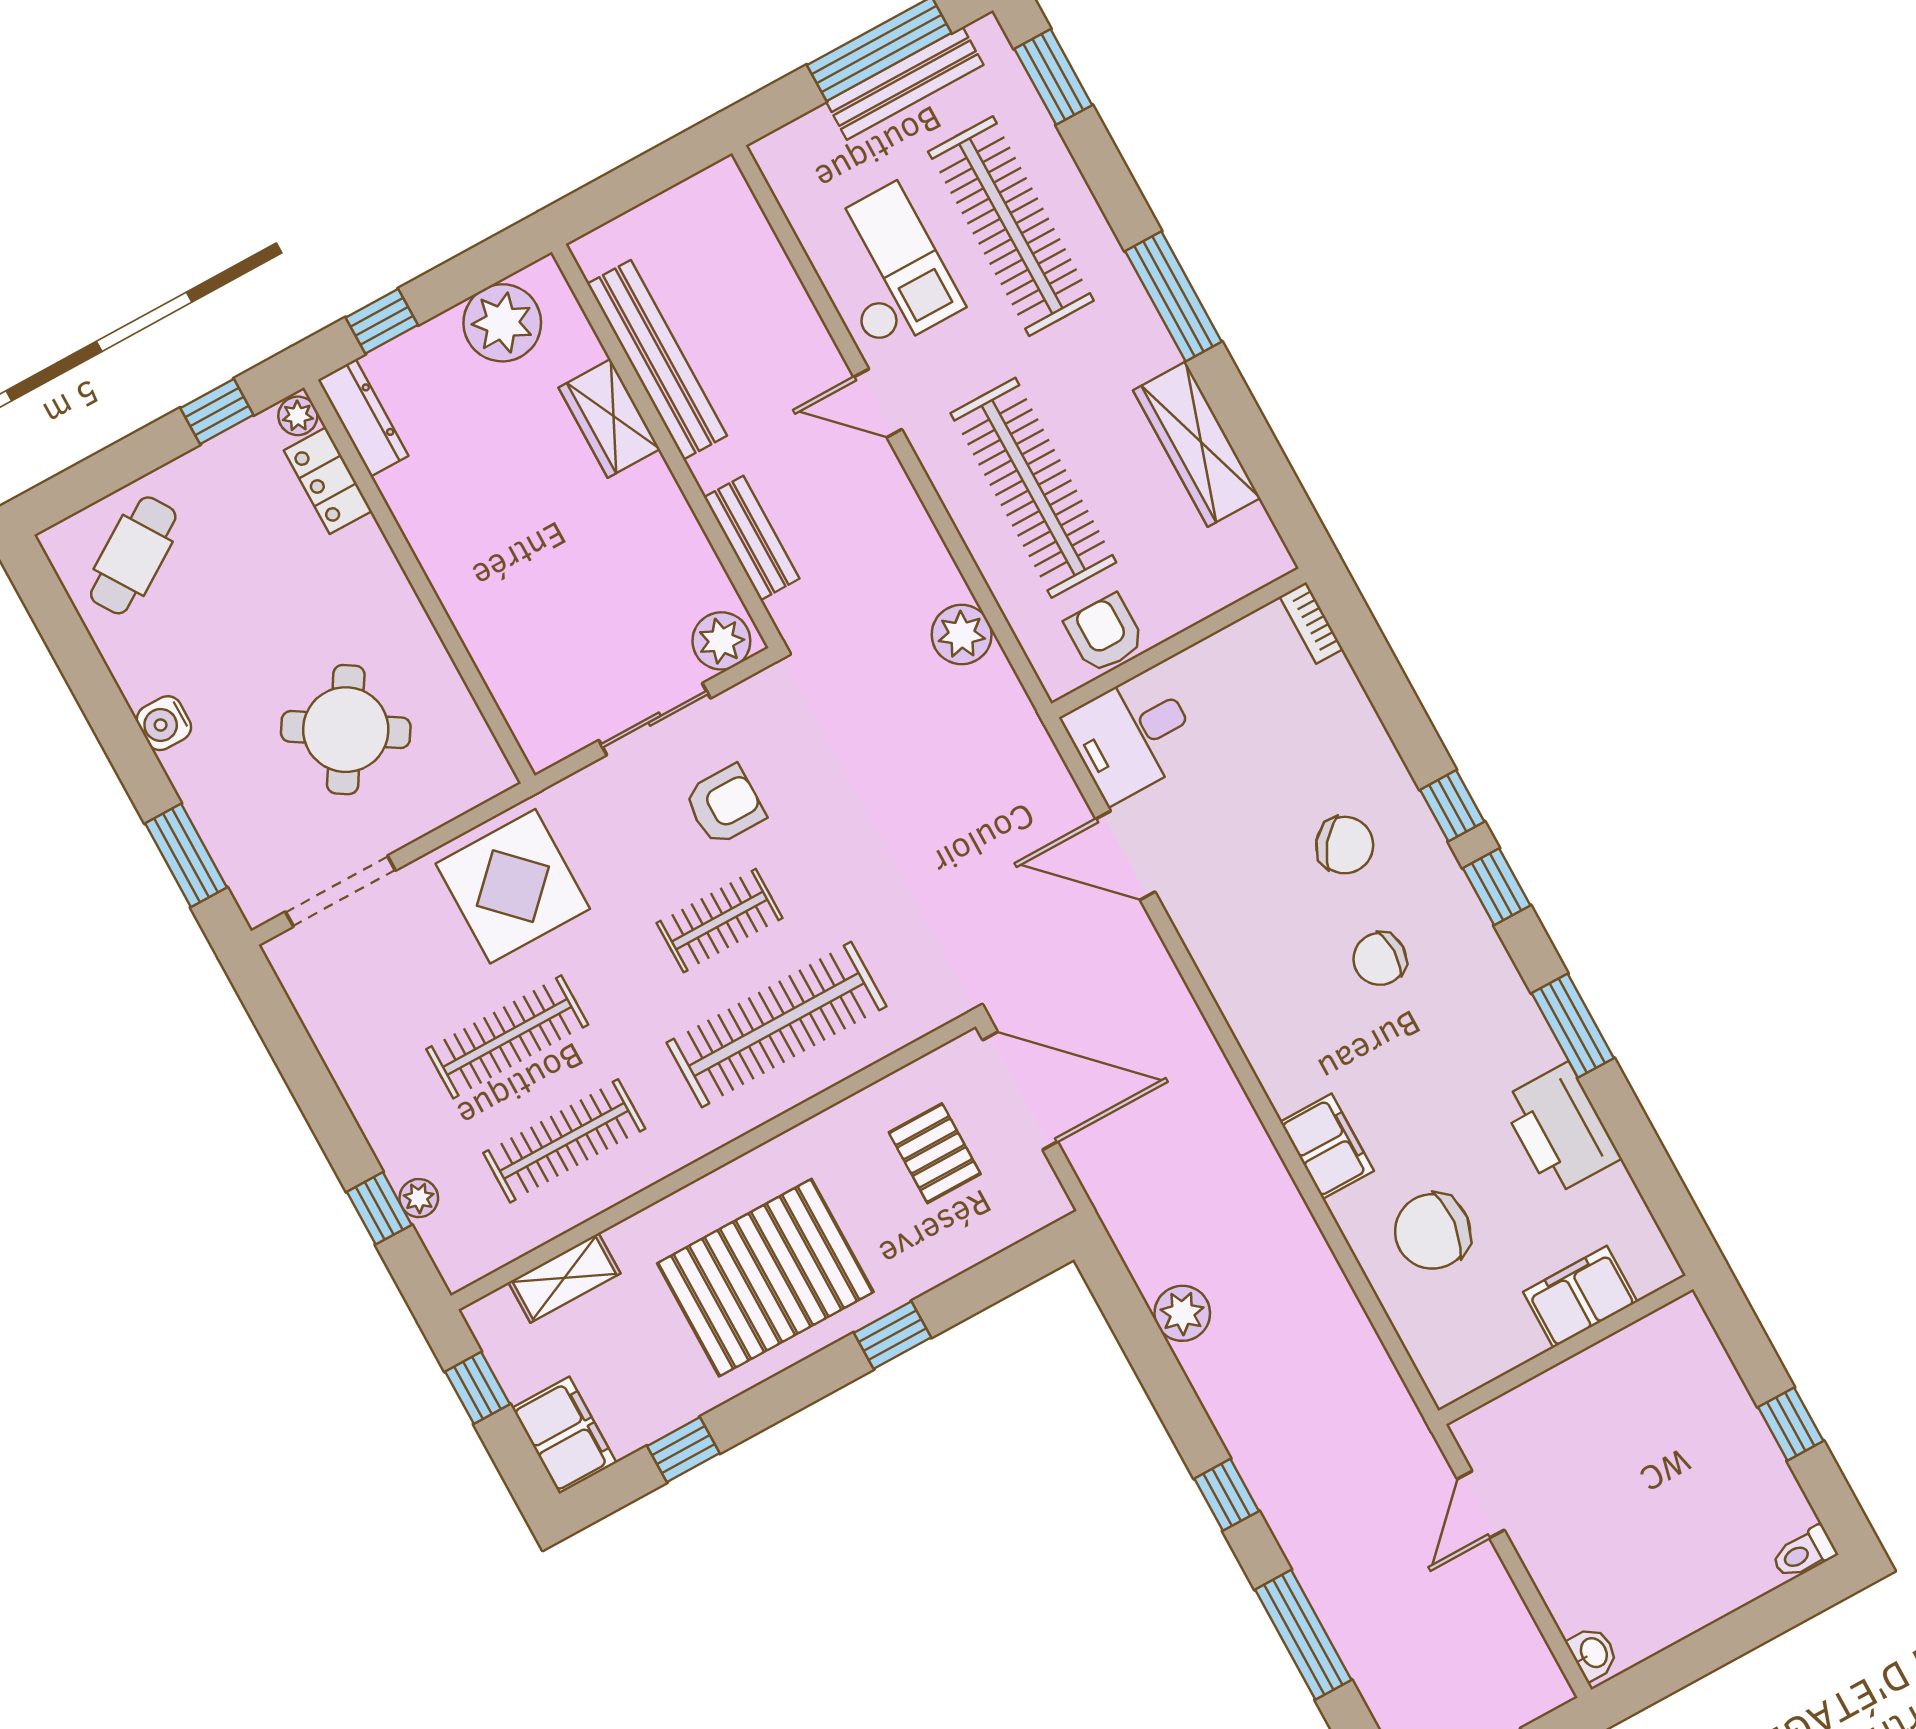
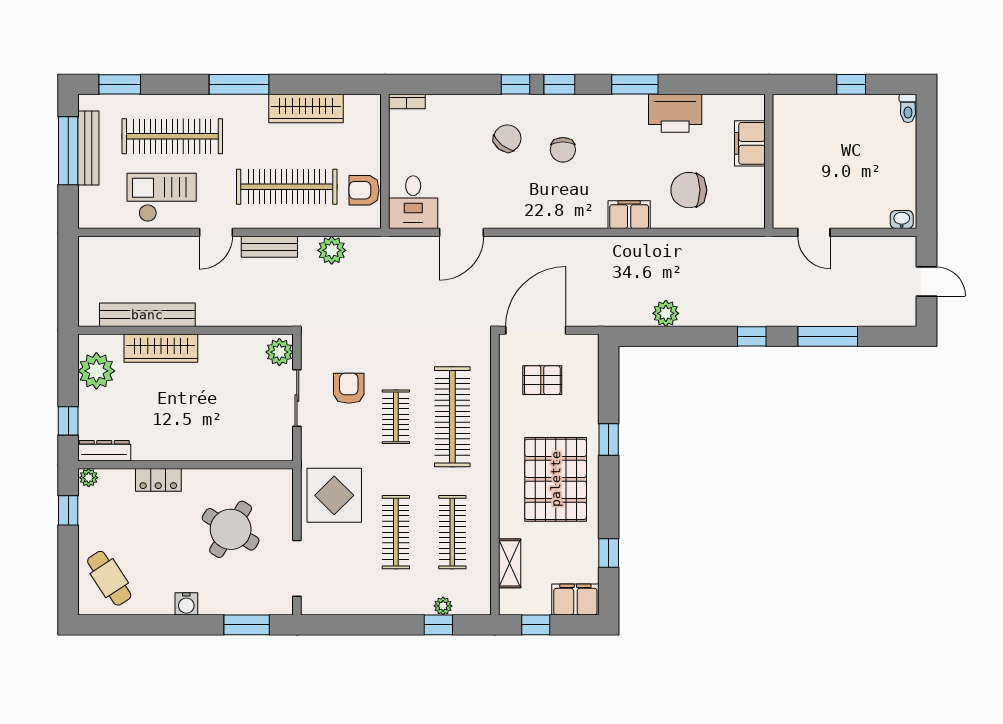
wardrobe: (609, 418) -> (161, 348), width x1.50
locker: (328, 481) -> (158, 480), moved
bench: (752, 538) -> (269, 247), moved
chair: (1433, 1231) -> (689, 190), turned 84

